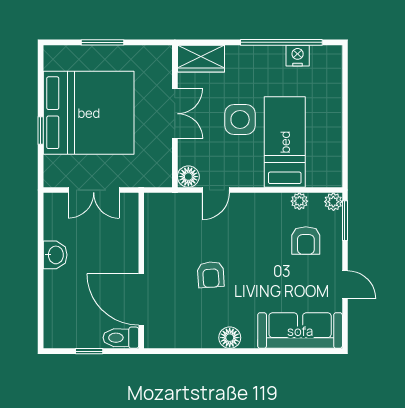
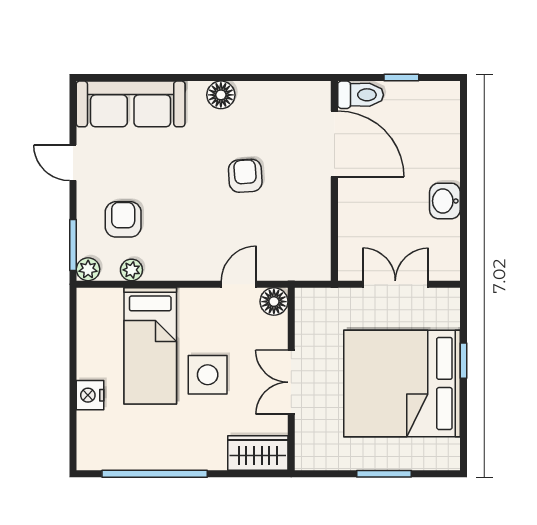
nightstand: (298, 56) -> (90, 395), moved, turned 90

